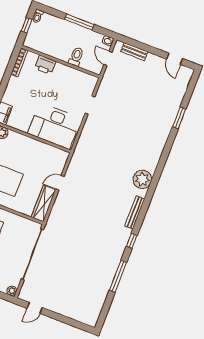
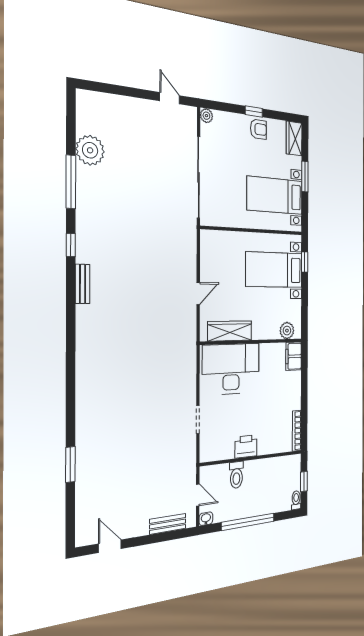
window: (79, 22) -> (248, 522), width x1.46
printer: (45, 65) -> (246, 446), moved
plant: (142, 179) -> (90, 150), moved
wardrobe: (43, 204) -> (230, 331), moved, turned -90
bench: (135, 212) -> (83, 284), width x0.73
door: (35, 308) -> (170, 98), hinge flipped

